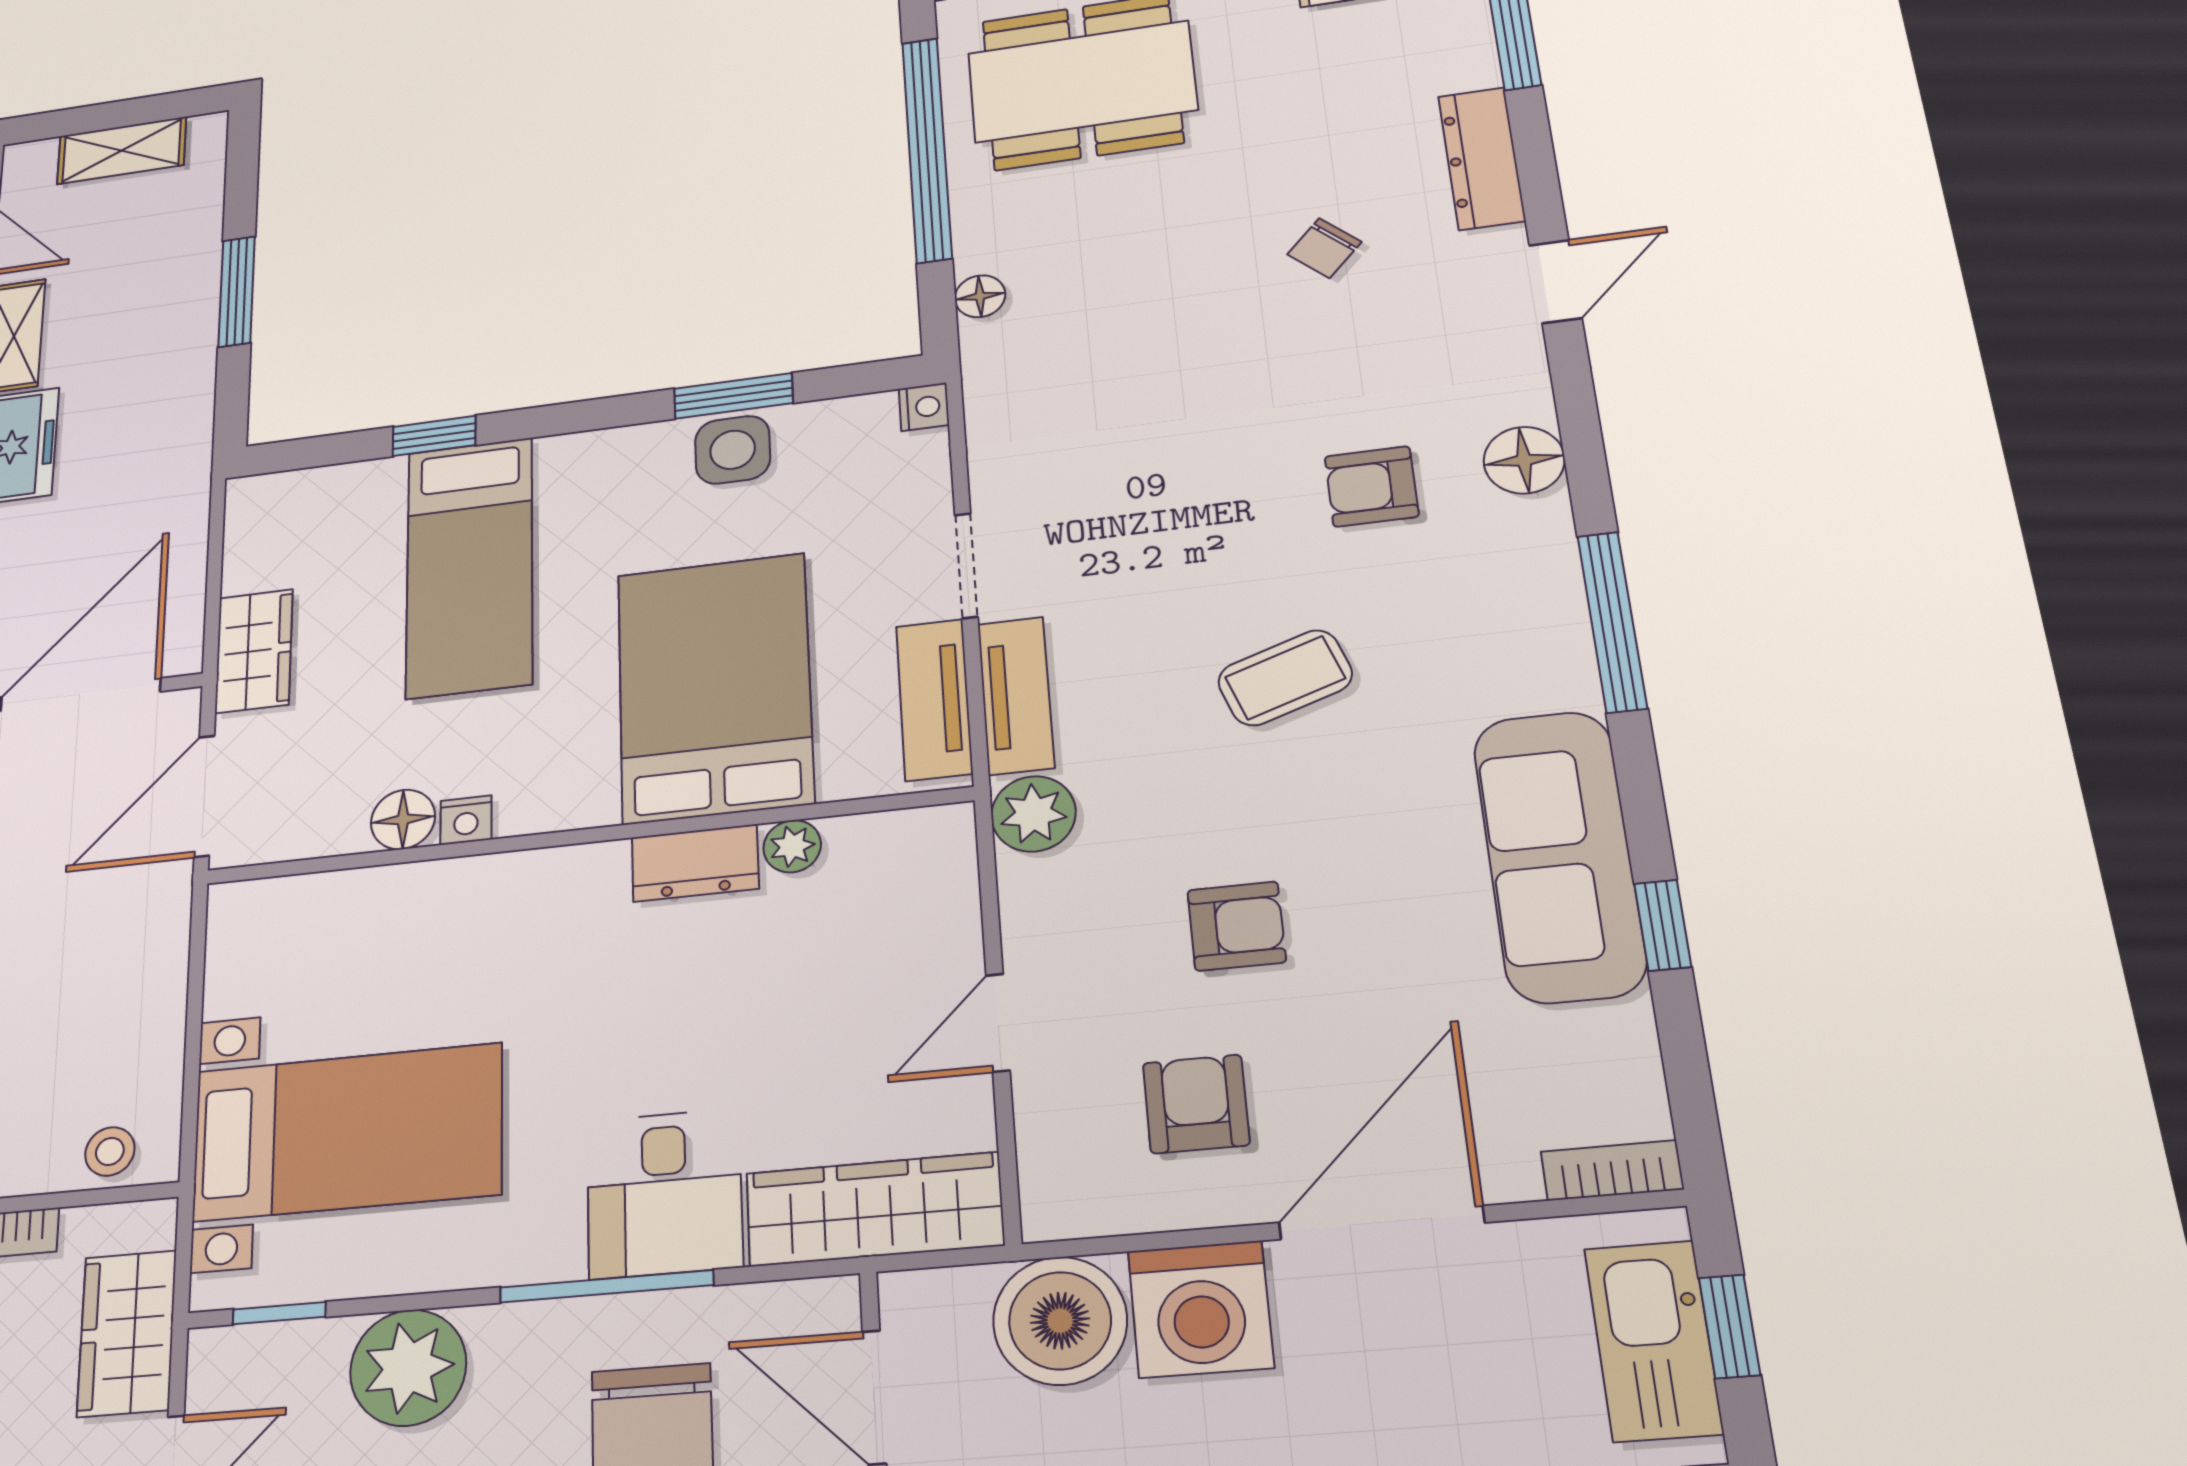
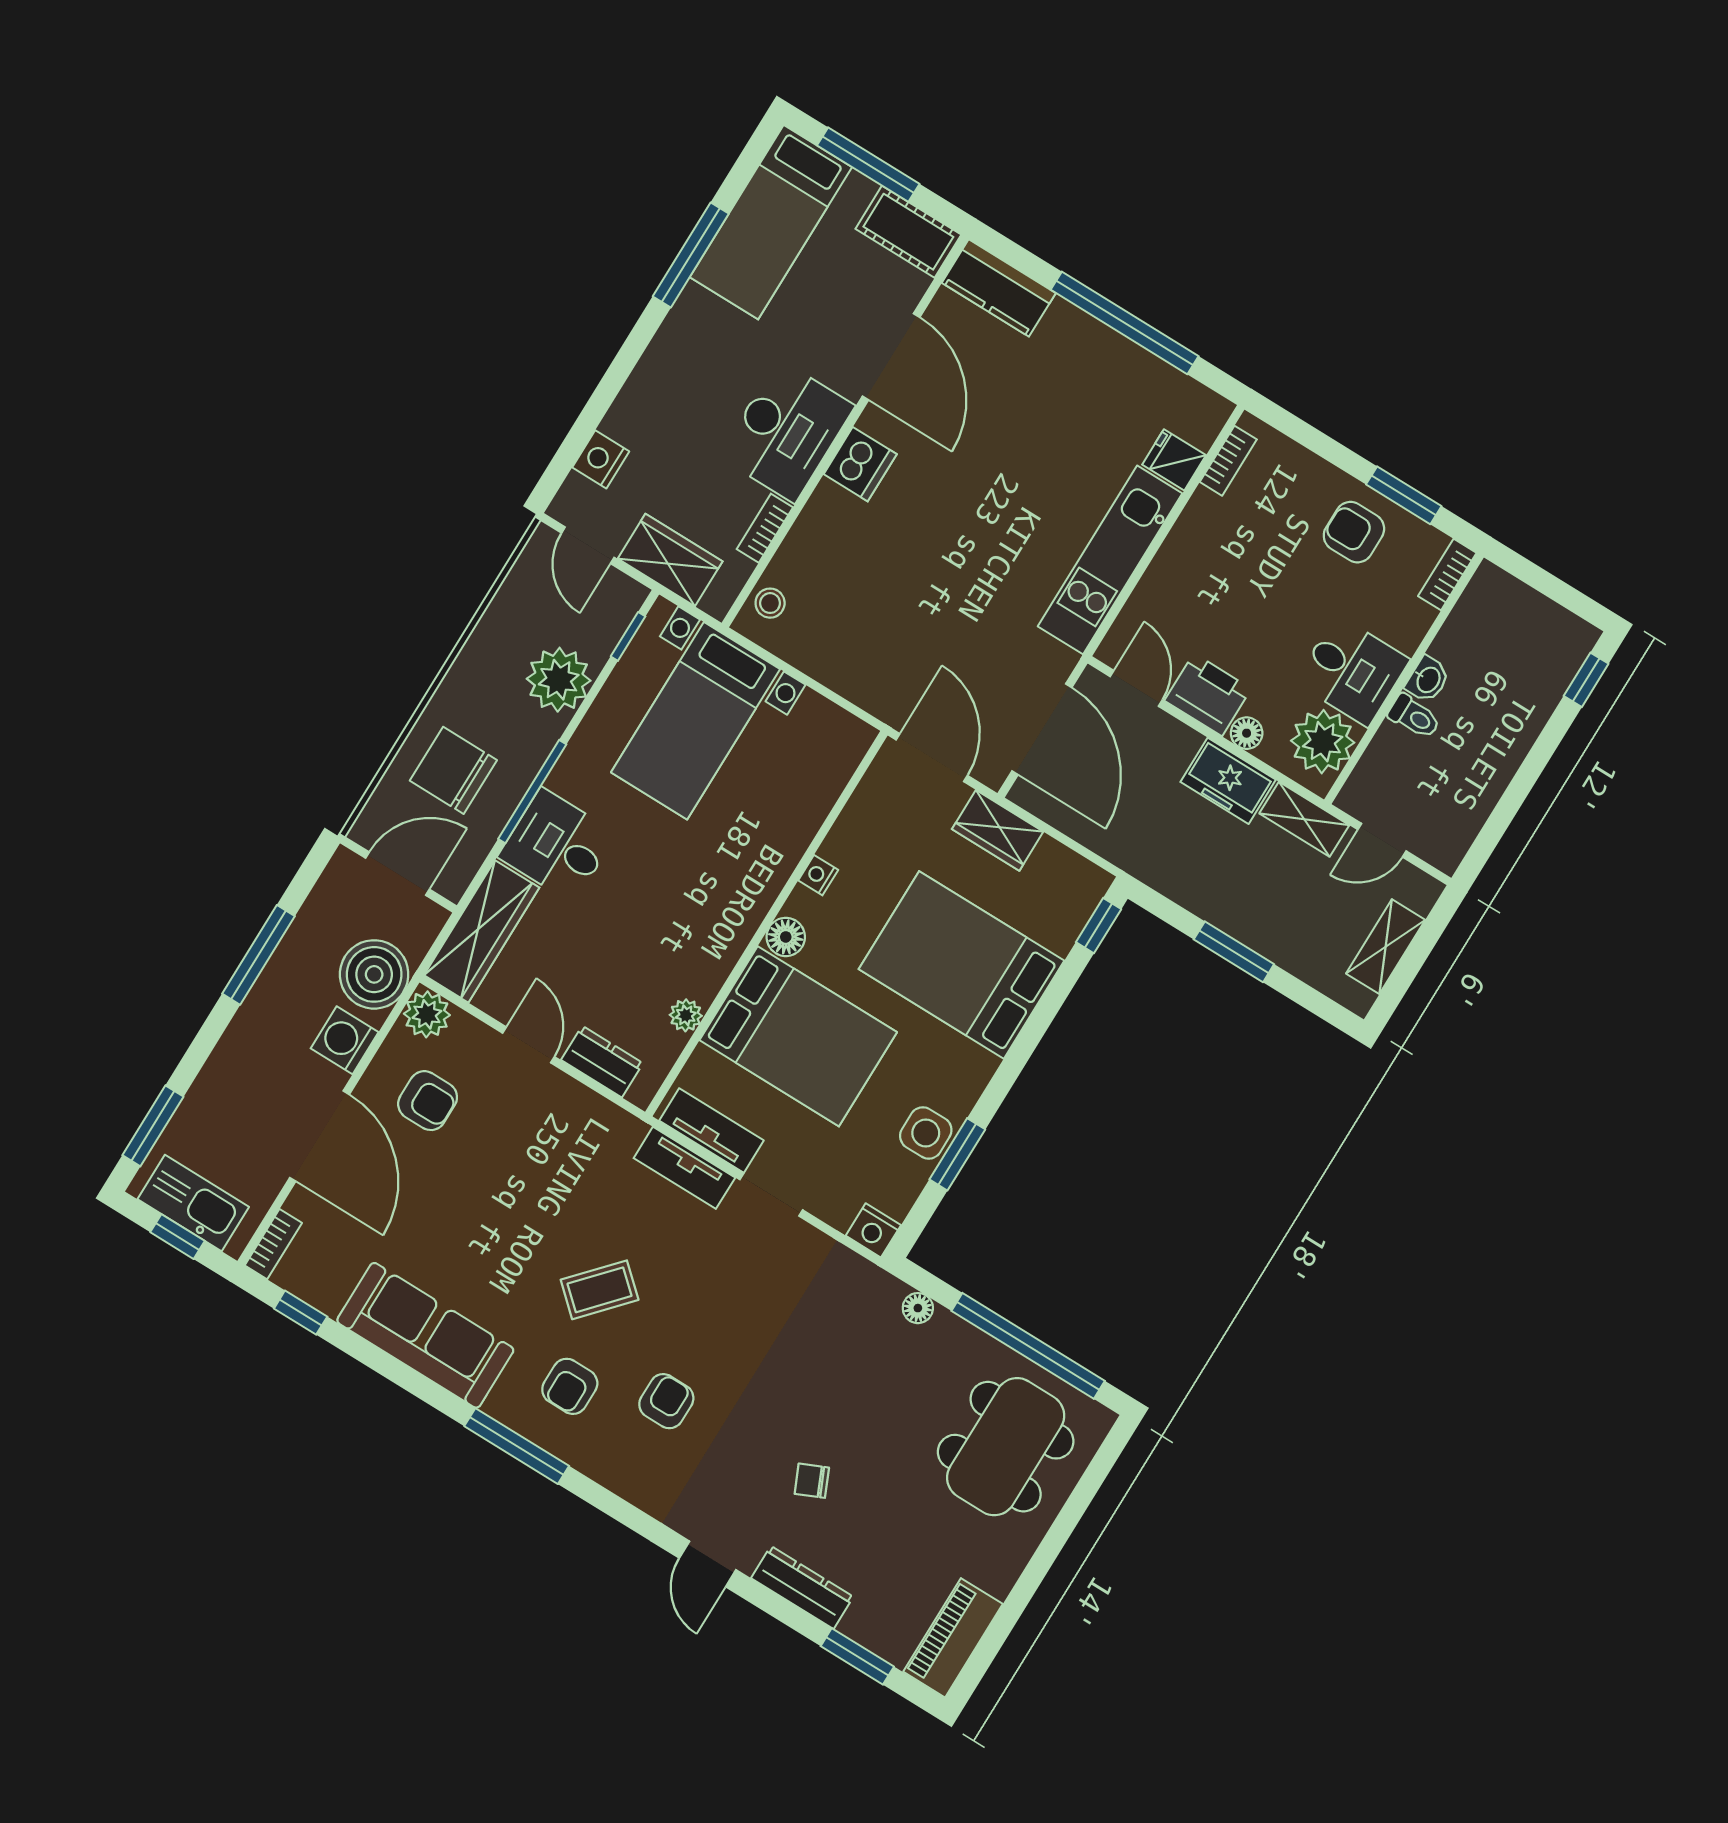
chair: (1324, 248) -> (812, 1481), turned -67
nightstand: (924, 407) -> (873, 1230), width x1.39, depth x1.35
window: (434, 436) -> (1099, 926), moved
floor lamp: (1524, 460) -> (626, 1475), removed
bed: (469, 567) -> (961, 965), width x1.50
coffee table: (1285, 678) -> (600, 1290), turned 61
plant: (1033, 814) -> (427, 1014), moved
floor lamp: (403, 819) -> (786, 937), moved
dresser: (695, 863) -> (602, 1062), moved, turned 90
window: (1663, 925) -> (301, 1313), moved
armchair: (1237, 926) -> (570, 1386), moved
washing machine: (1200, 1309) -> (345, 1040), width x0.73, depth x0.73

